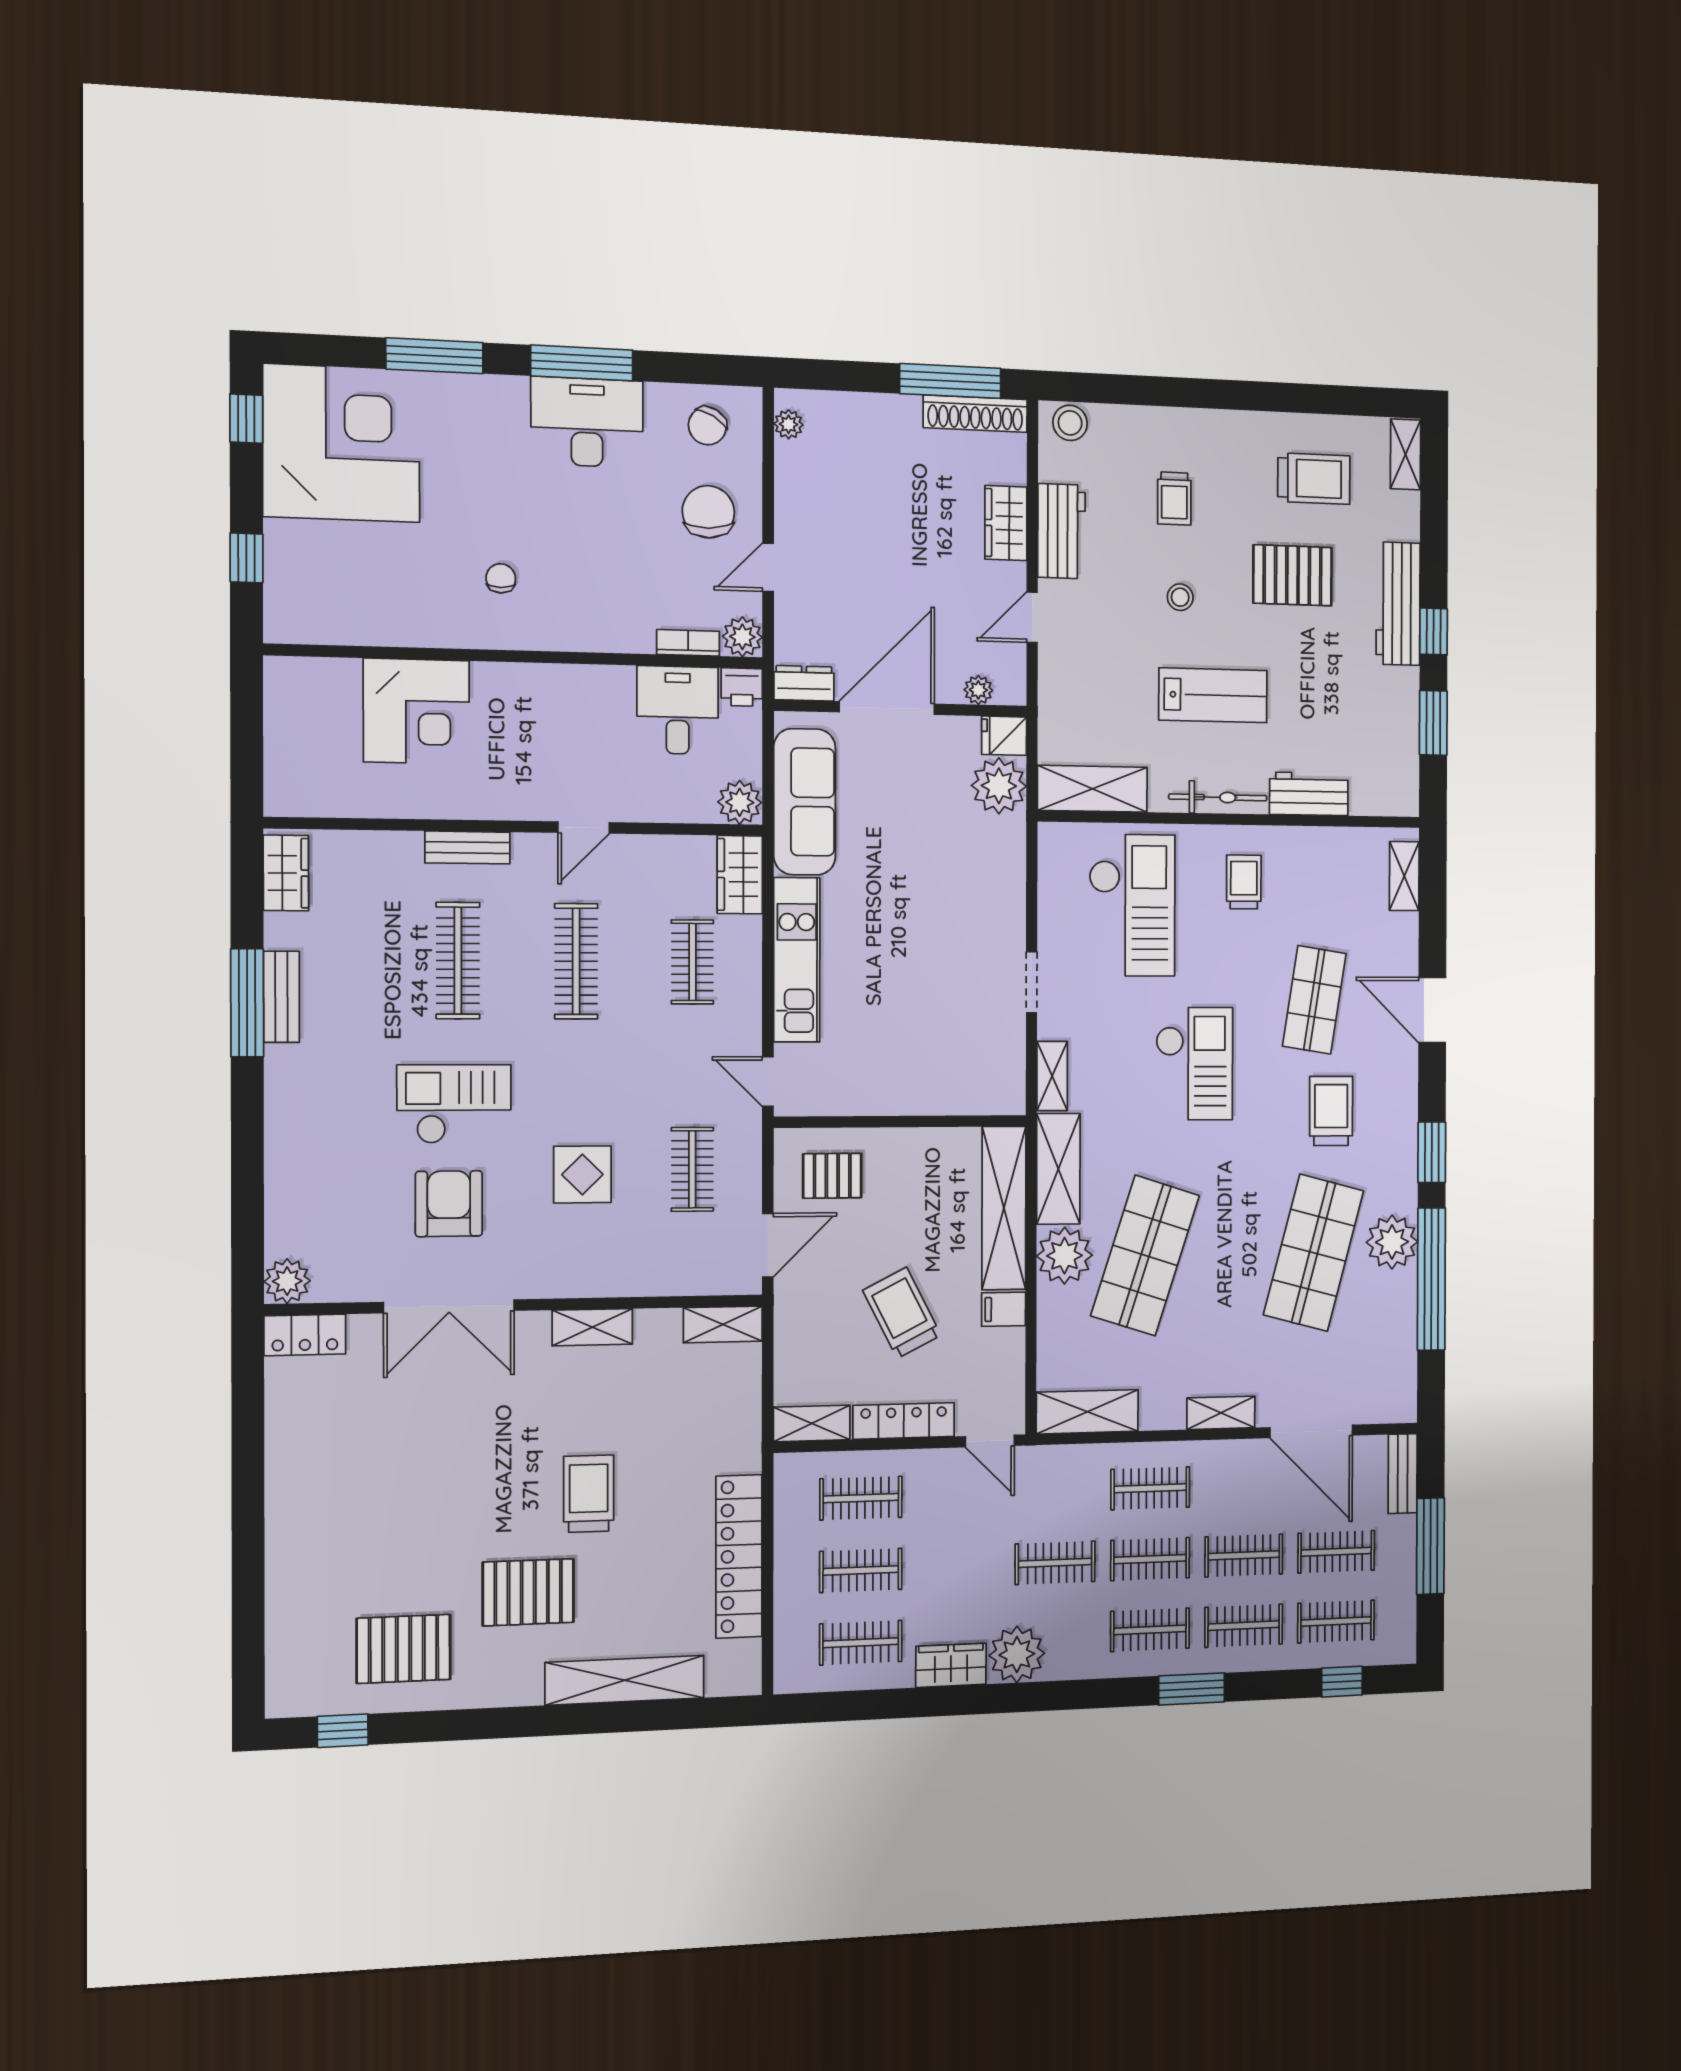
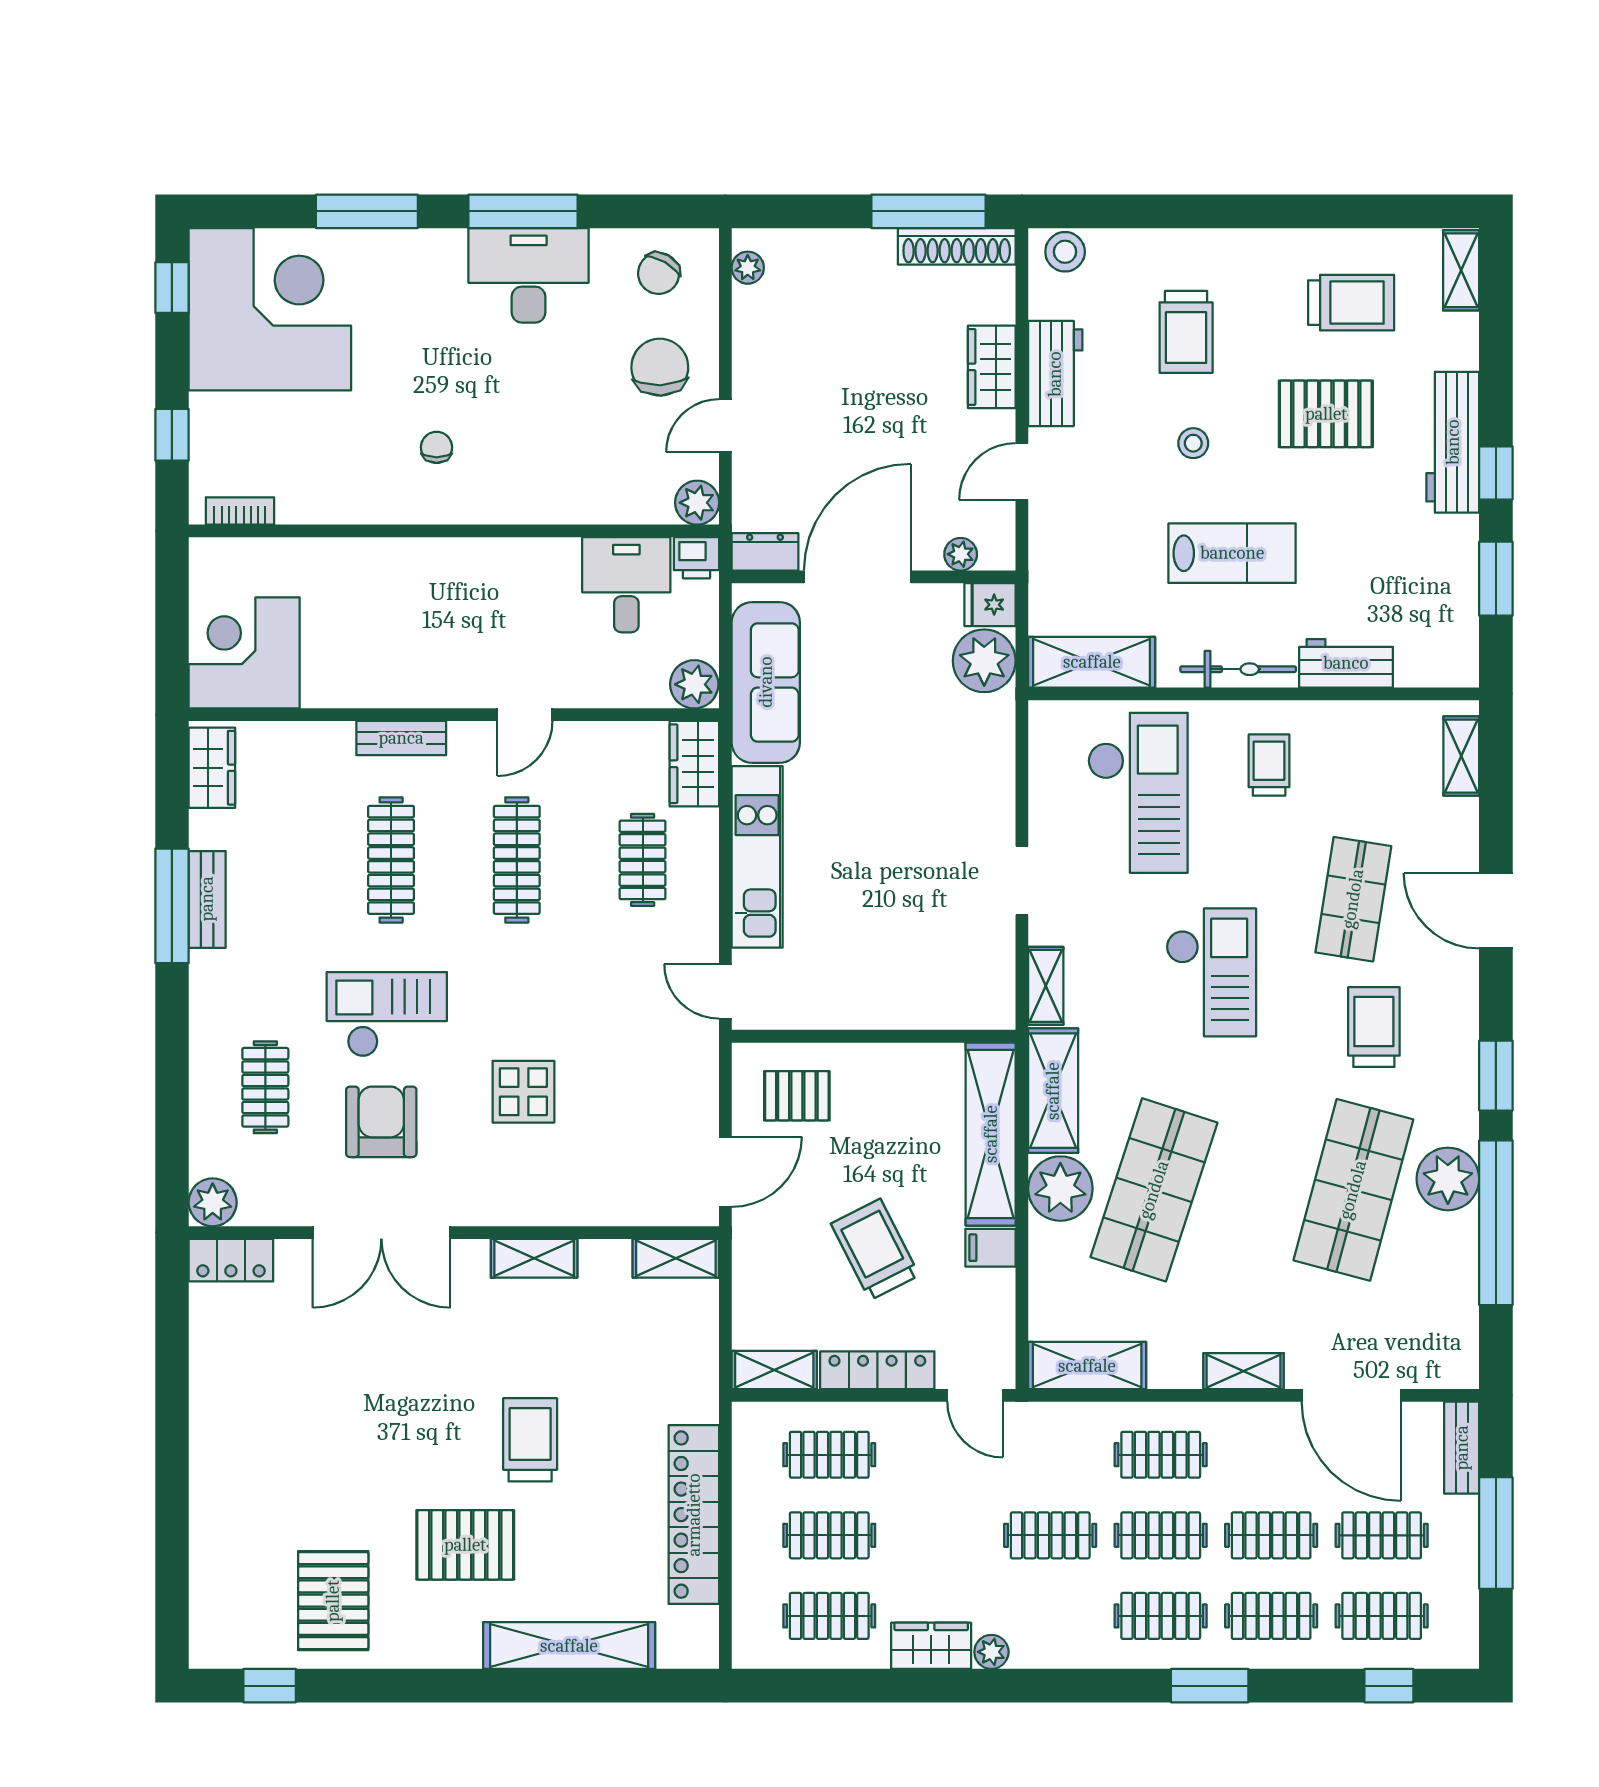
trolley: (1174, 499) -> (1186, 332), width x1.36, depth x1.39
bookcase: (688, 643) -> (240, 511), moved
corner desk: (416, 711) -> (244, 653), moved, turned 180
clothes rail: (692, 1169) -> (265, 1087), moved
pallet: (403, 1649) -> (333, 1601), turned 90
plant: (1017, 1654) -> (991, 1652), width x0.53, depth x0.53

